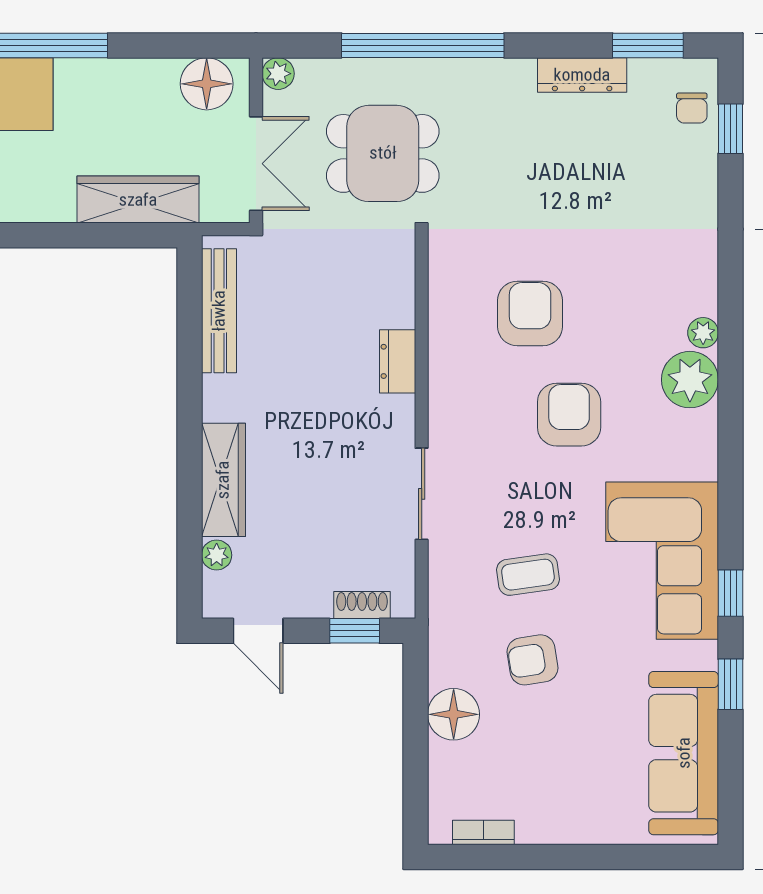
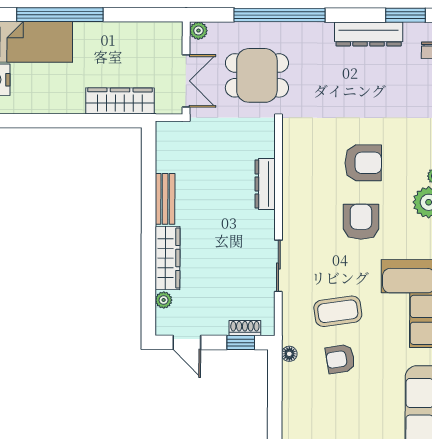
dresser: (582, 75) -> (369, 34), width x1.37, depth x1.24
floor lamp: (207, 84) -> (158, 36), removed
bench: (219, 311) -> (165, 199), moved, width x0.73
armchair: (530, 313) -> (363, 163), moved, turned 90
dresser: (398, 361) -> (265, 184), width x1.44
coffee table: (528, 575) -> (338, 311), width x1.36, depth x1.30
floor lamp: (454, 714) -> (289, 354), moved, width x0.53, depth x0.53

